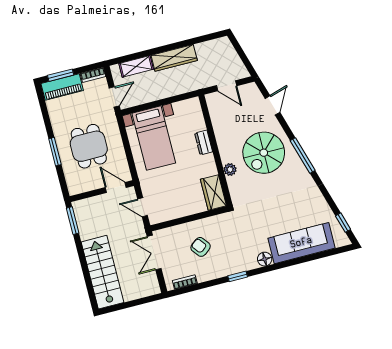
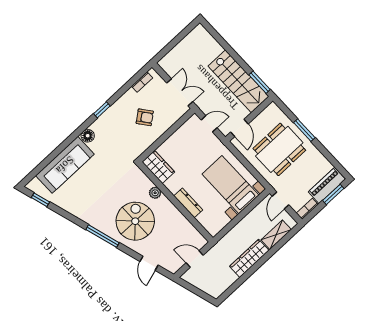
dresser: (204, 142) -> (188, 203), width x1.44
dining table: (89, 146) -> (279, 149), width x1.38
door: (116, 188) -> (239, 128), hinge flipped
stairs: (102, 272) -> (238, 81), moved

